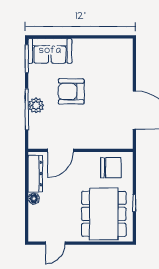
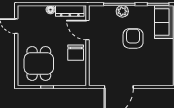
chair: (111, 168) -> (76, 53), moved
dining table: (104, 214) -> (39, 63), width x0.73

